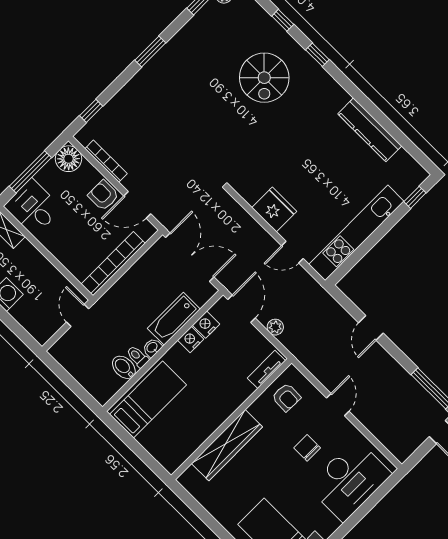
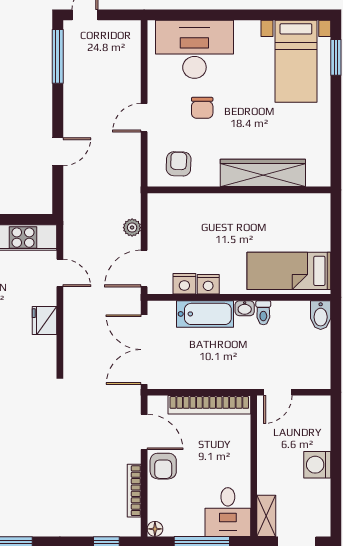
floor lamp: (68, 159) -> (155, 529), width x0.53, depth x0.53
fridge: (274, 209) -> (44, 321), width x0.73, depth x0.75
bidet: (124, 367) -> (321, 315), moved
tv unit: (266, 369) -> (172, 201), removed

